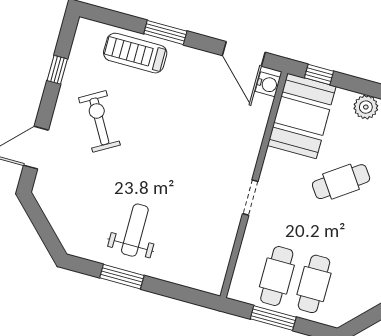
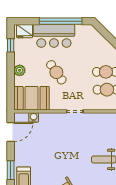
window: (319, 75) -> (11, 95), removed
water cooler: (268, 84) -> (34, 117), moved

